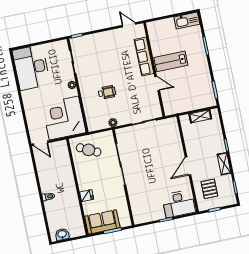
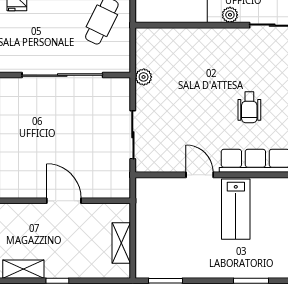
lab bench: (171, 61) -> (236, 209), turned 180
door: (157, 83) -> (200, 175), swing flipped
wheelchair: (107, 92) -> (249, 107), moved
door: (188, 166) -> (64, 201), moved

